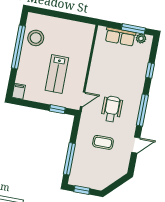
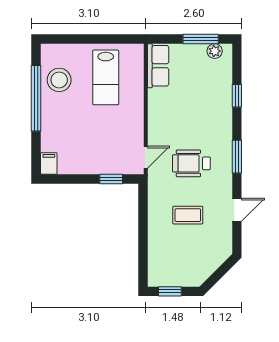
row of seats: (120, 37) -> (158, 66), moved, turned -90
lab bench: (57, 74) -> (106, 77), moved
wheelchair: (112, 109) -> (191, 163), turned -90
window: (142, 110) -> (237, 157), width x0.69
window: (69, 159) -> (143, 249), removed

